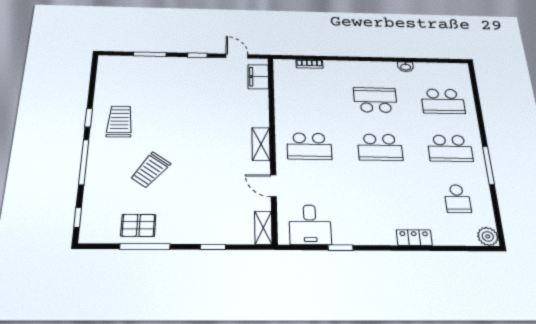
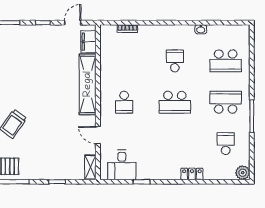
door: (237, 56) -> (73, 23), hinge flipped
school desk: (375, 100) -> (175, 61), width x0.54
shelving: (261, 144) -> (88, 84), width x2.20, depth x1.33
school desk: (309, 146) -> (124, 102), width x0.54
school desk: (450, 148) -> (226, 102), turned 180
school desk: (457, 199) -> (226, 144), turned 180

